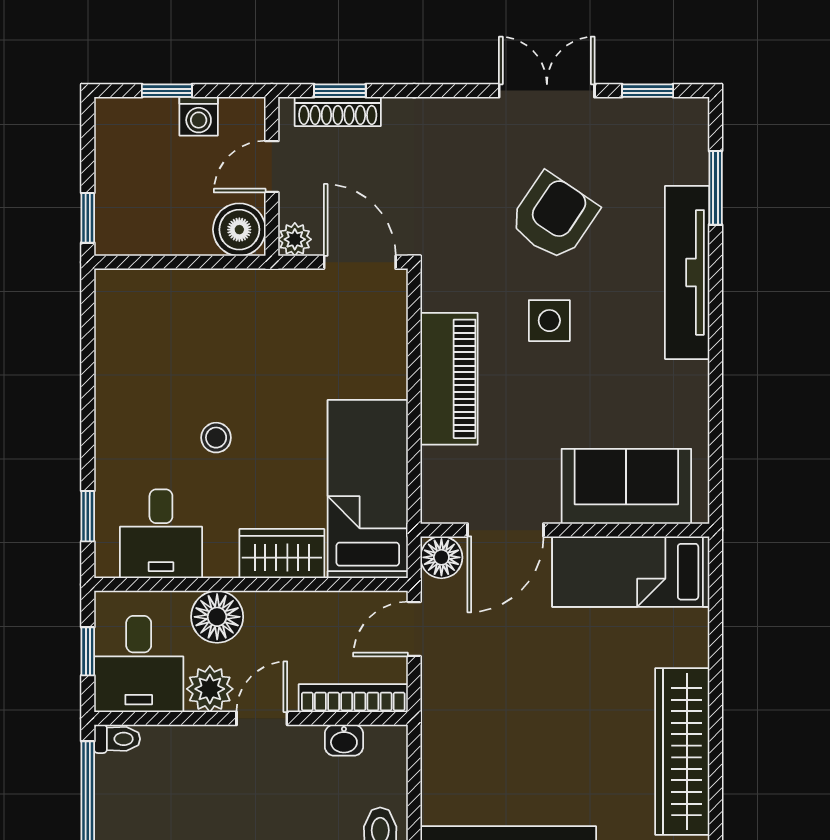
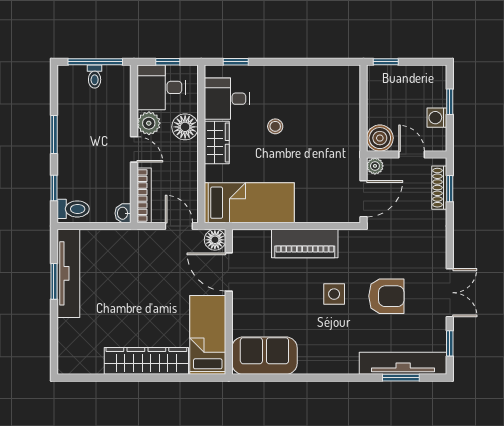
armchair: (554, 217) -> (386, 296), turned -34
tv unit: (687, 272) -> (403, 363), moved
sofa: (626, 486) -> (264, 356), moved, turned -90
wardrobe: (282, 554) -> (217, 142), moved
toilet: (117, 739) -> (95, 77), moved
washbasin: (344, 740) -> (123, 213), moved
wardrobe: (682, 752) -> (146, 361), moved

